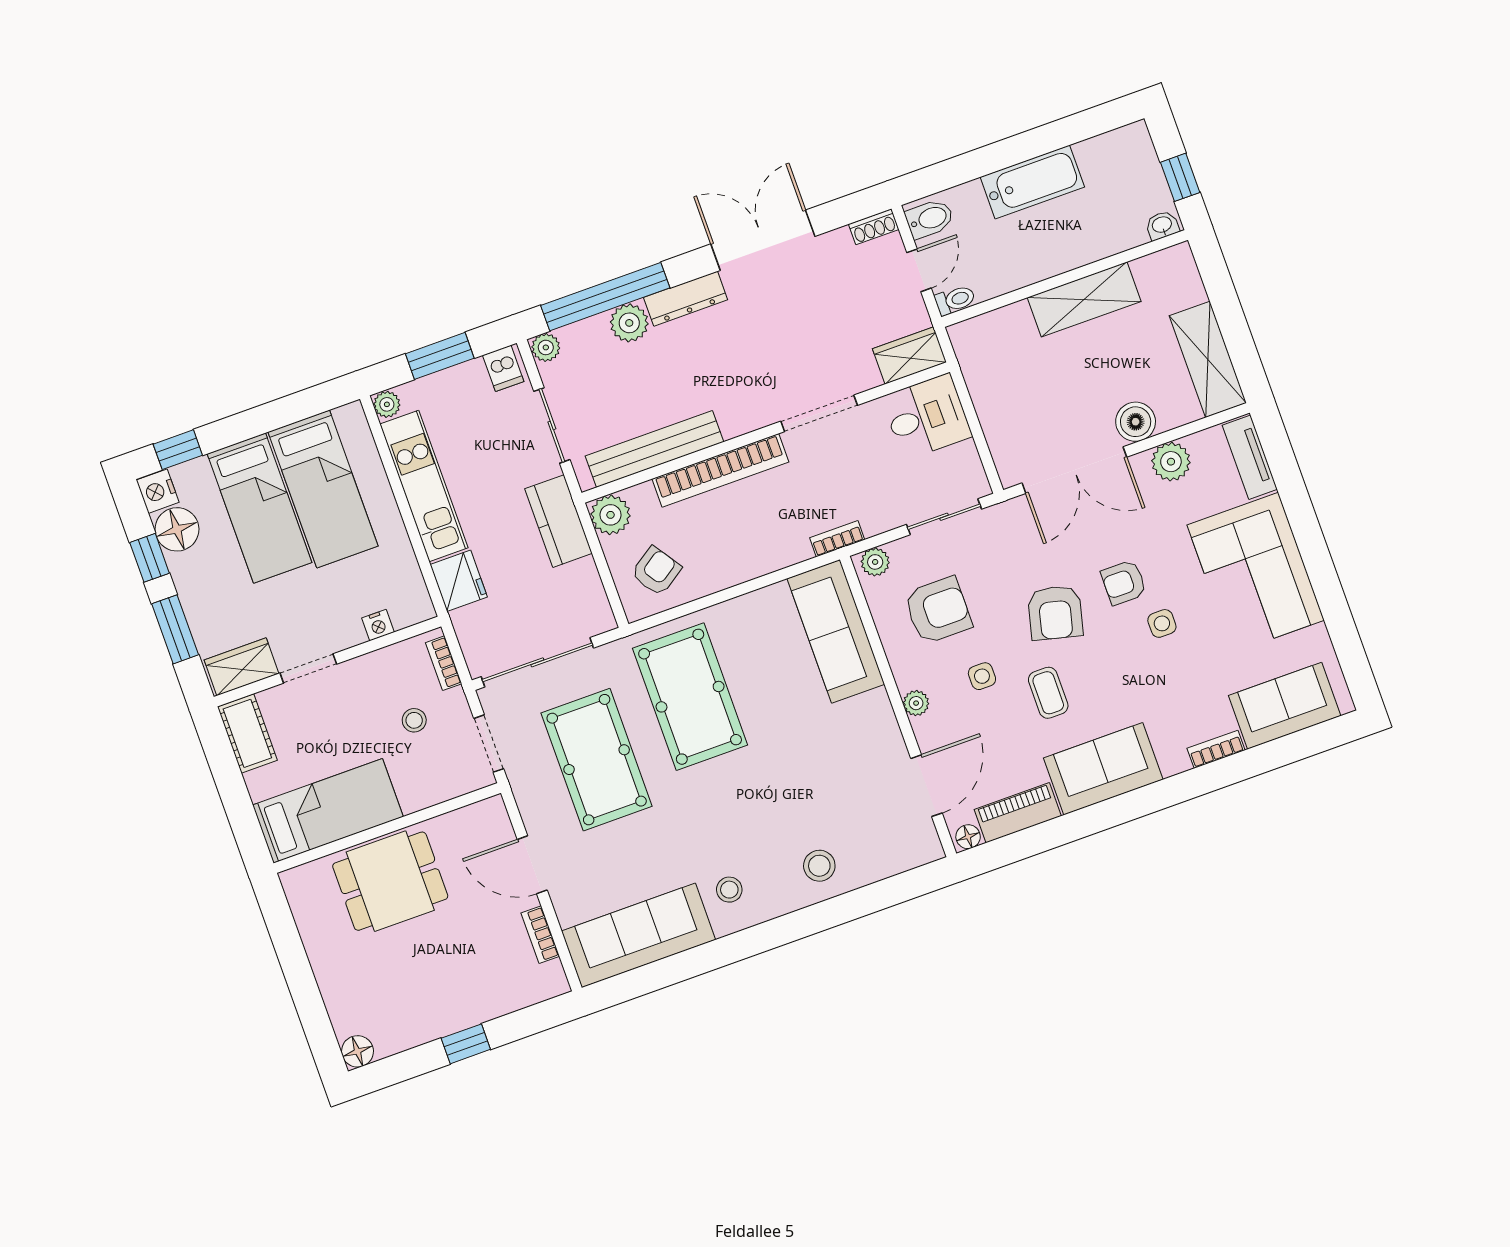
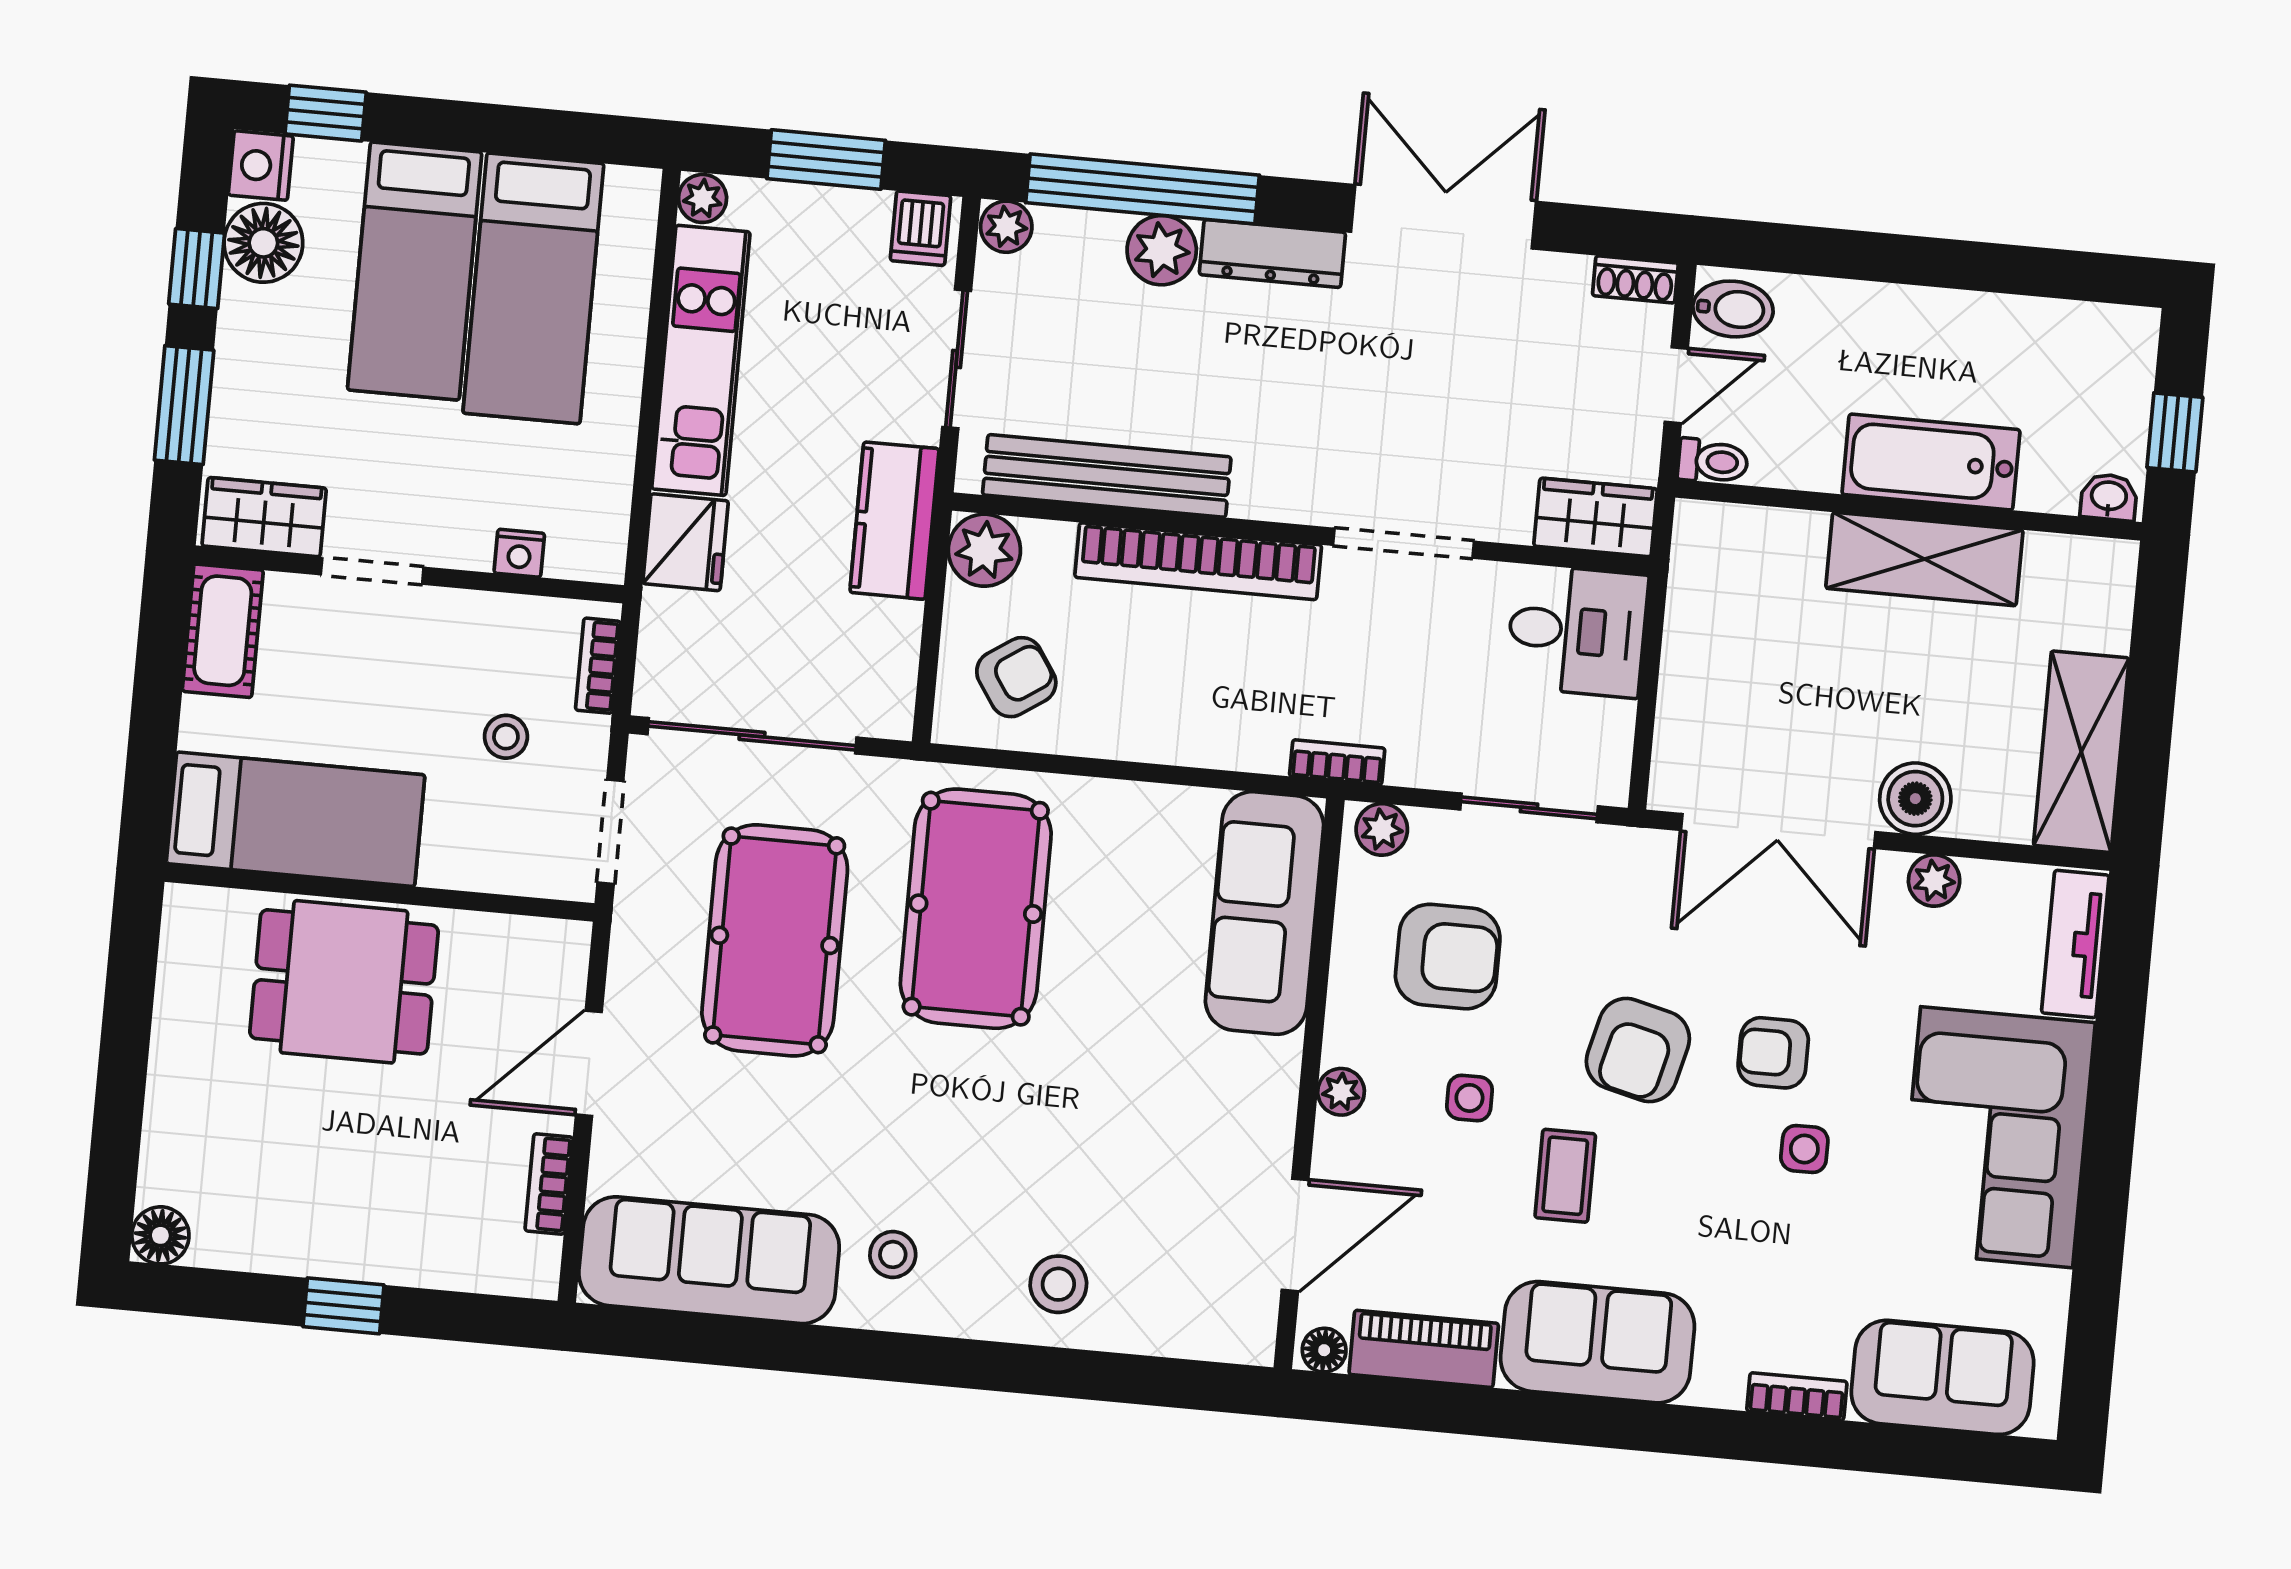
bathtub: (1032, 182) -> (1931, 462), moved, turned 180
plant: (1171, 462) -> (1934, 881), width x0.73, depth x0.73
door: (532, 865) -> (589, 1063), hinge flipped

